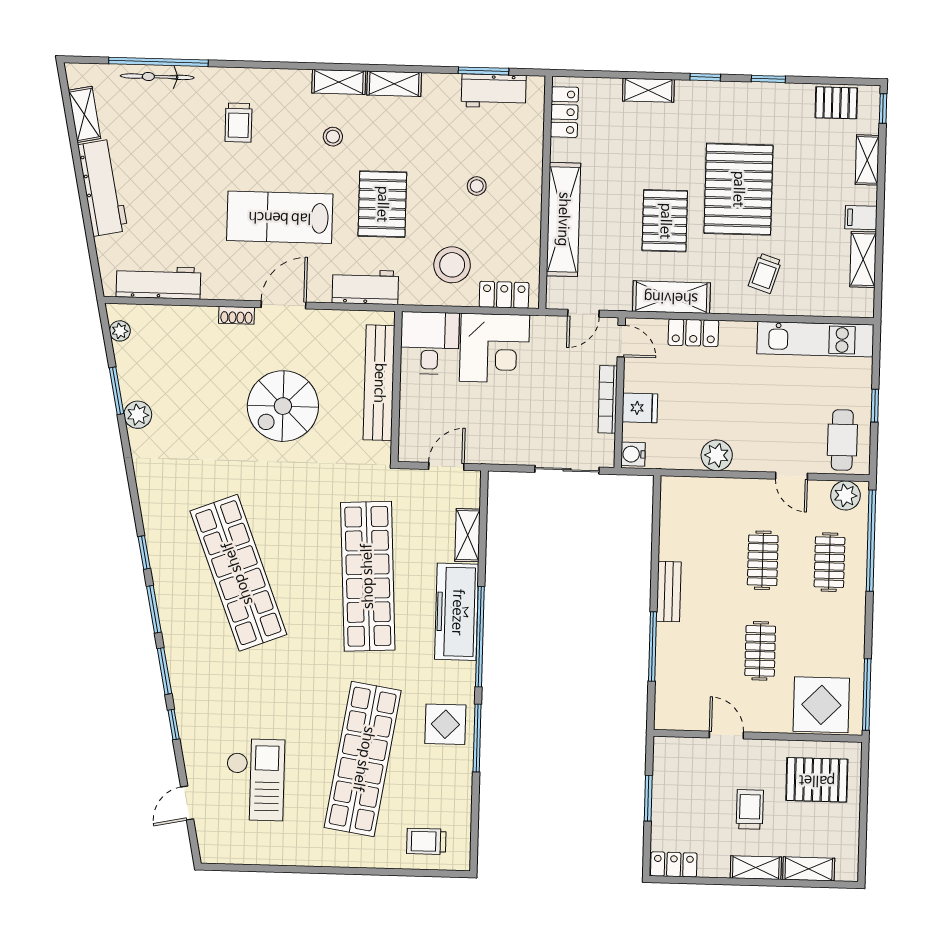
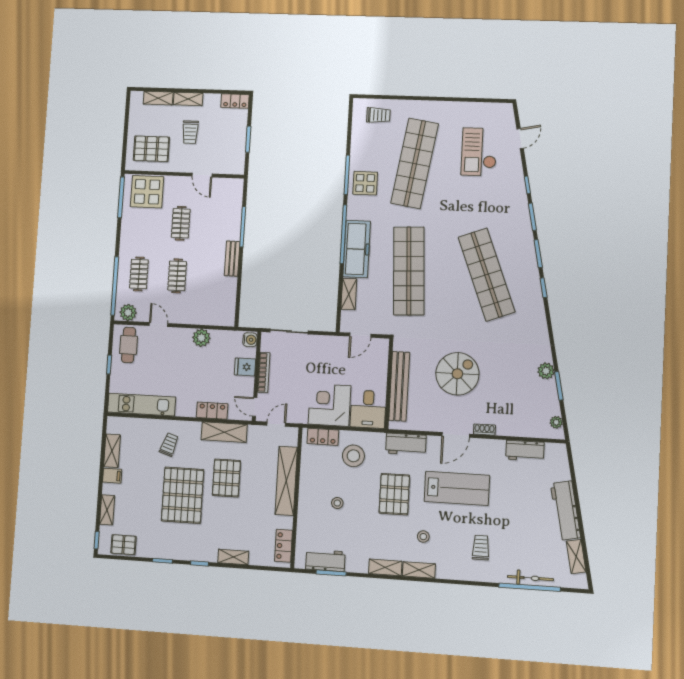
workbench: (158, 282) -> (525, 451), width x0.73

